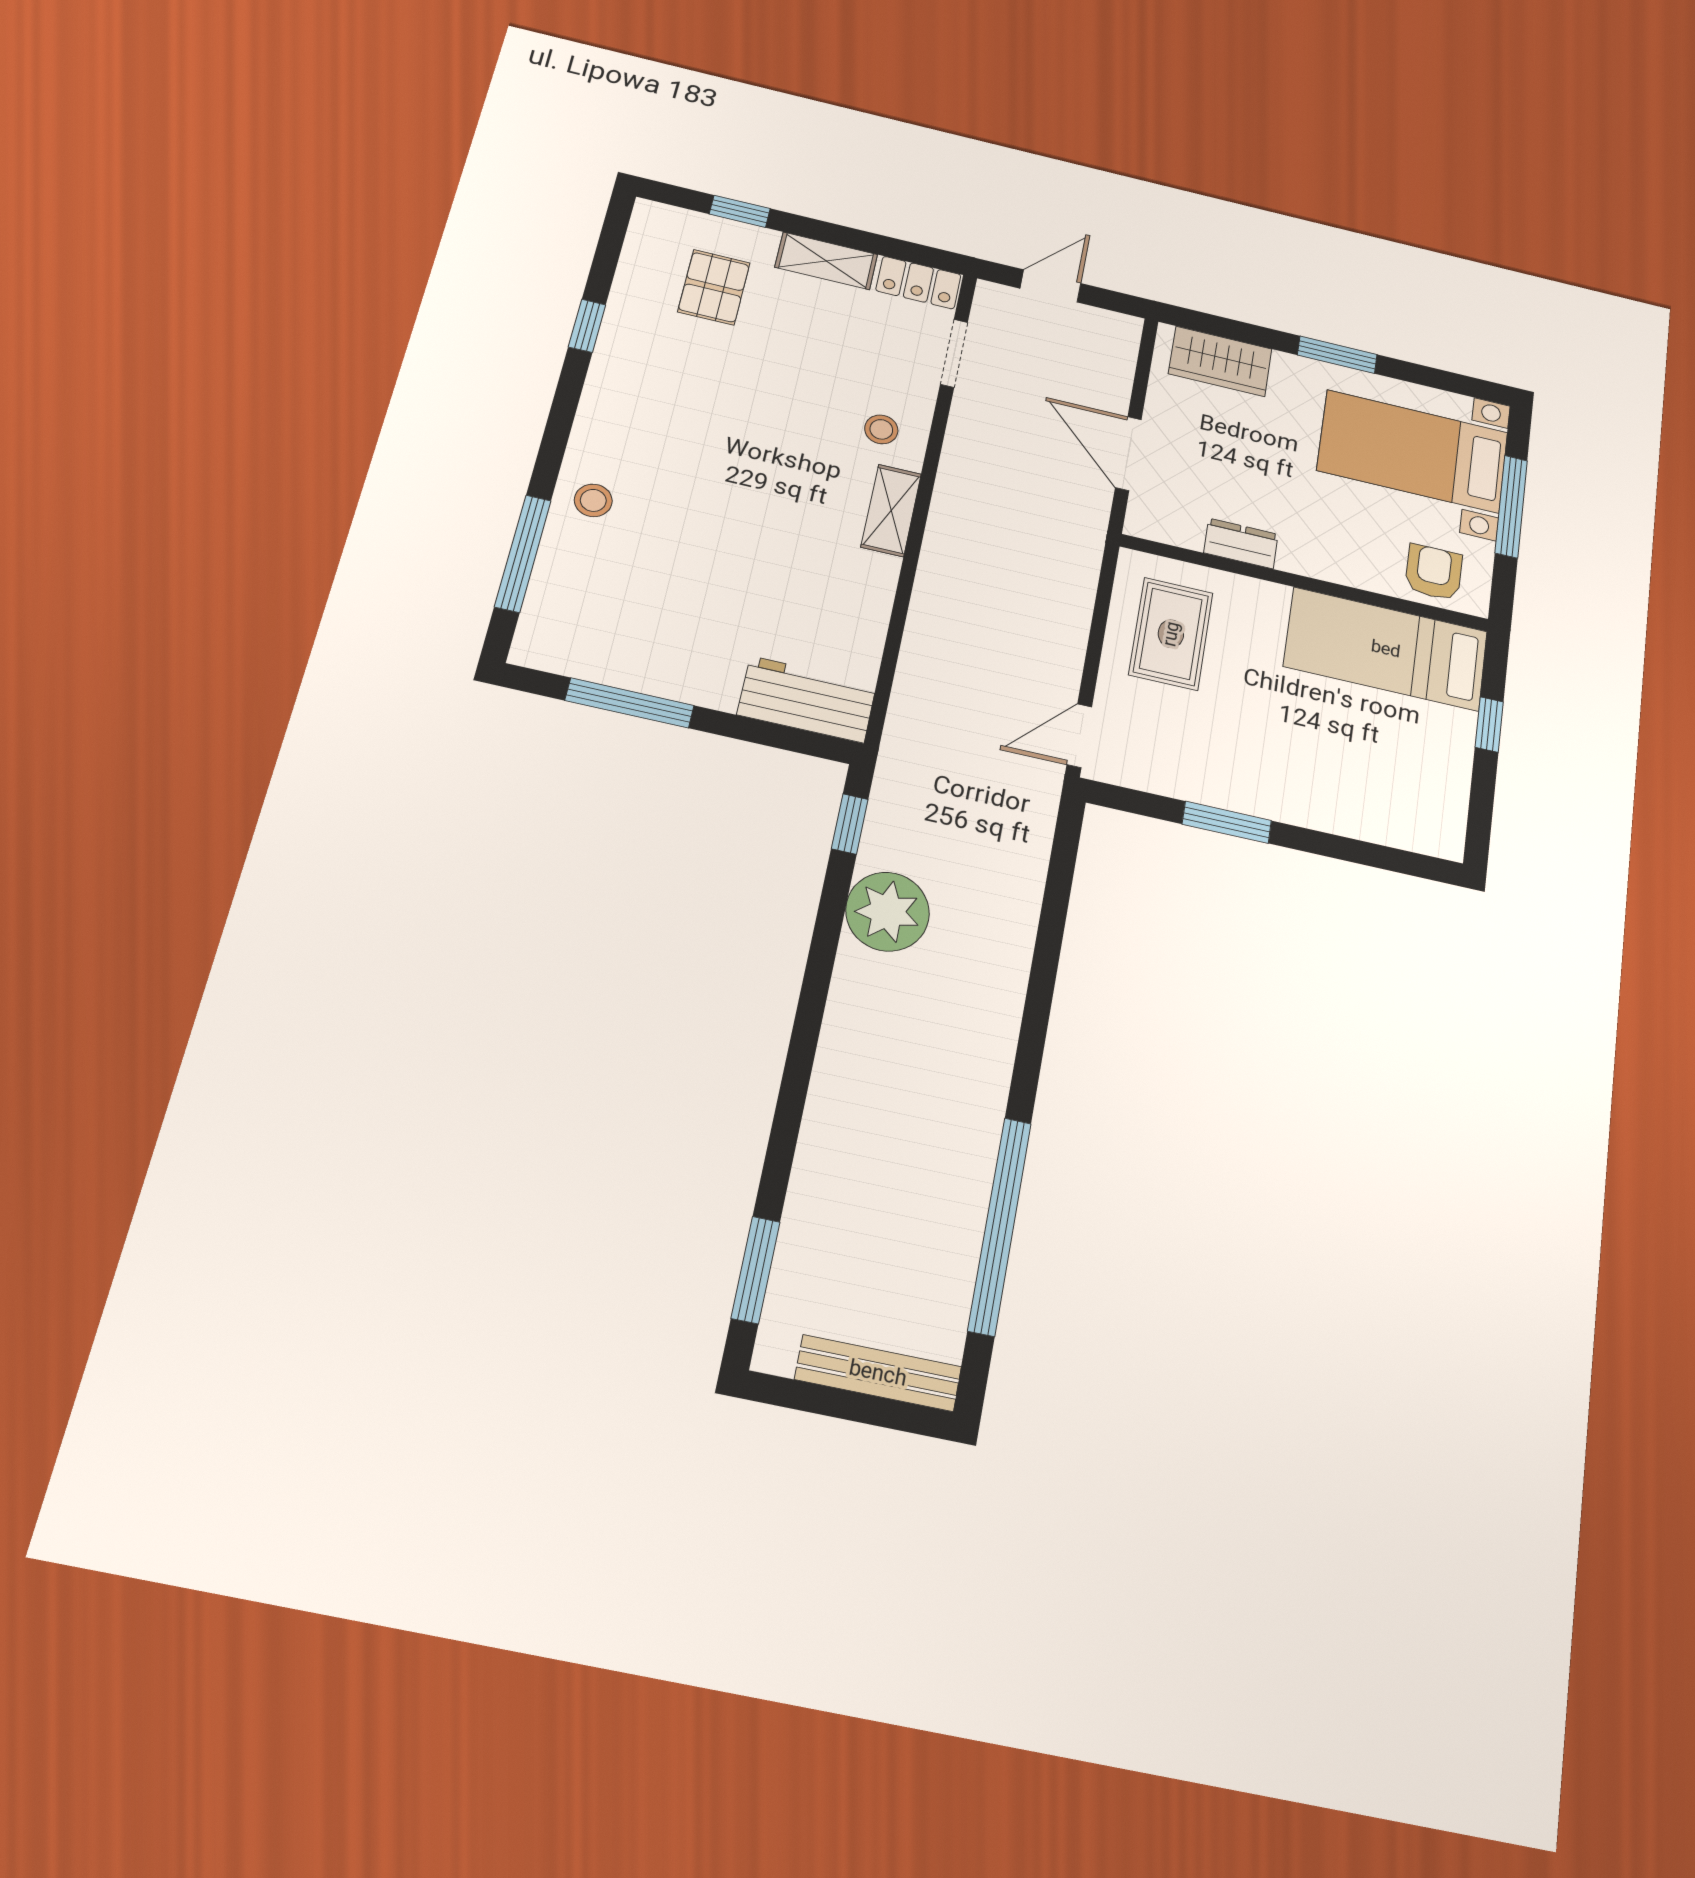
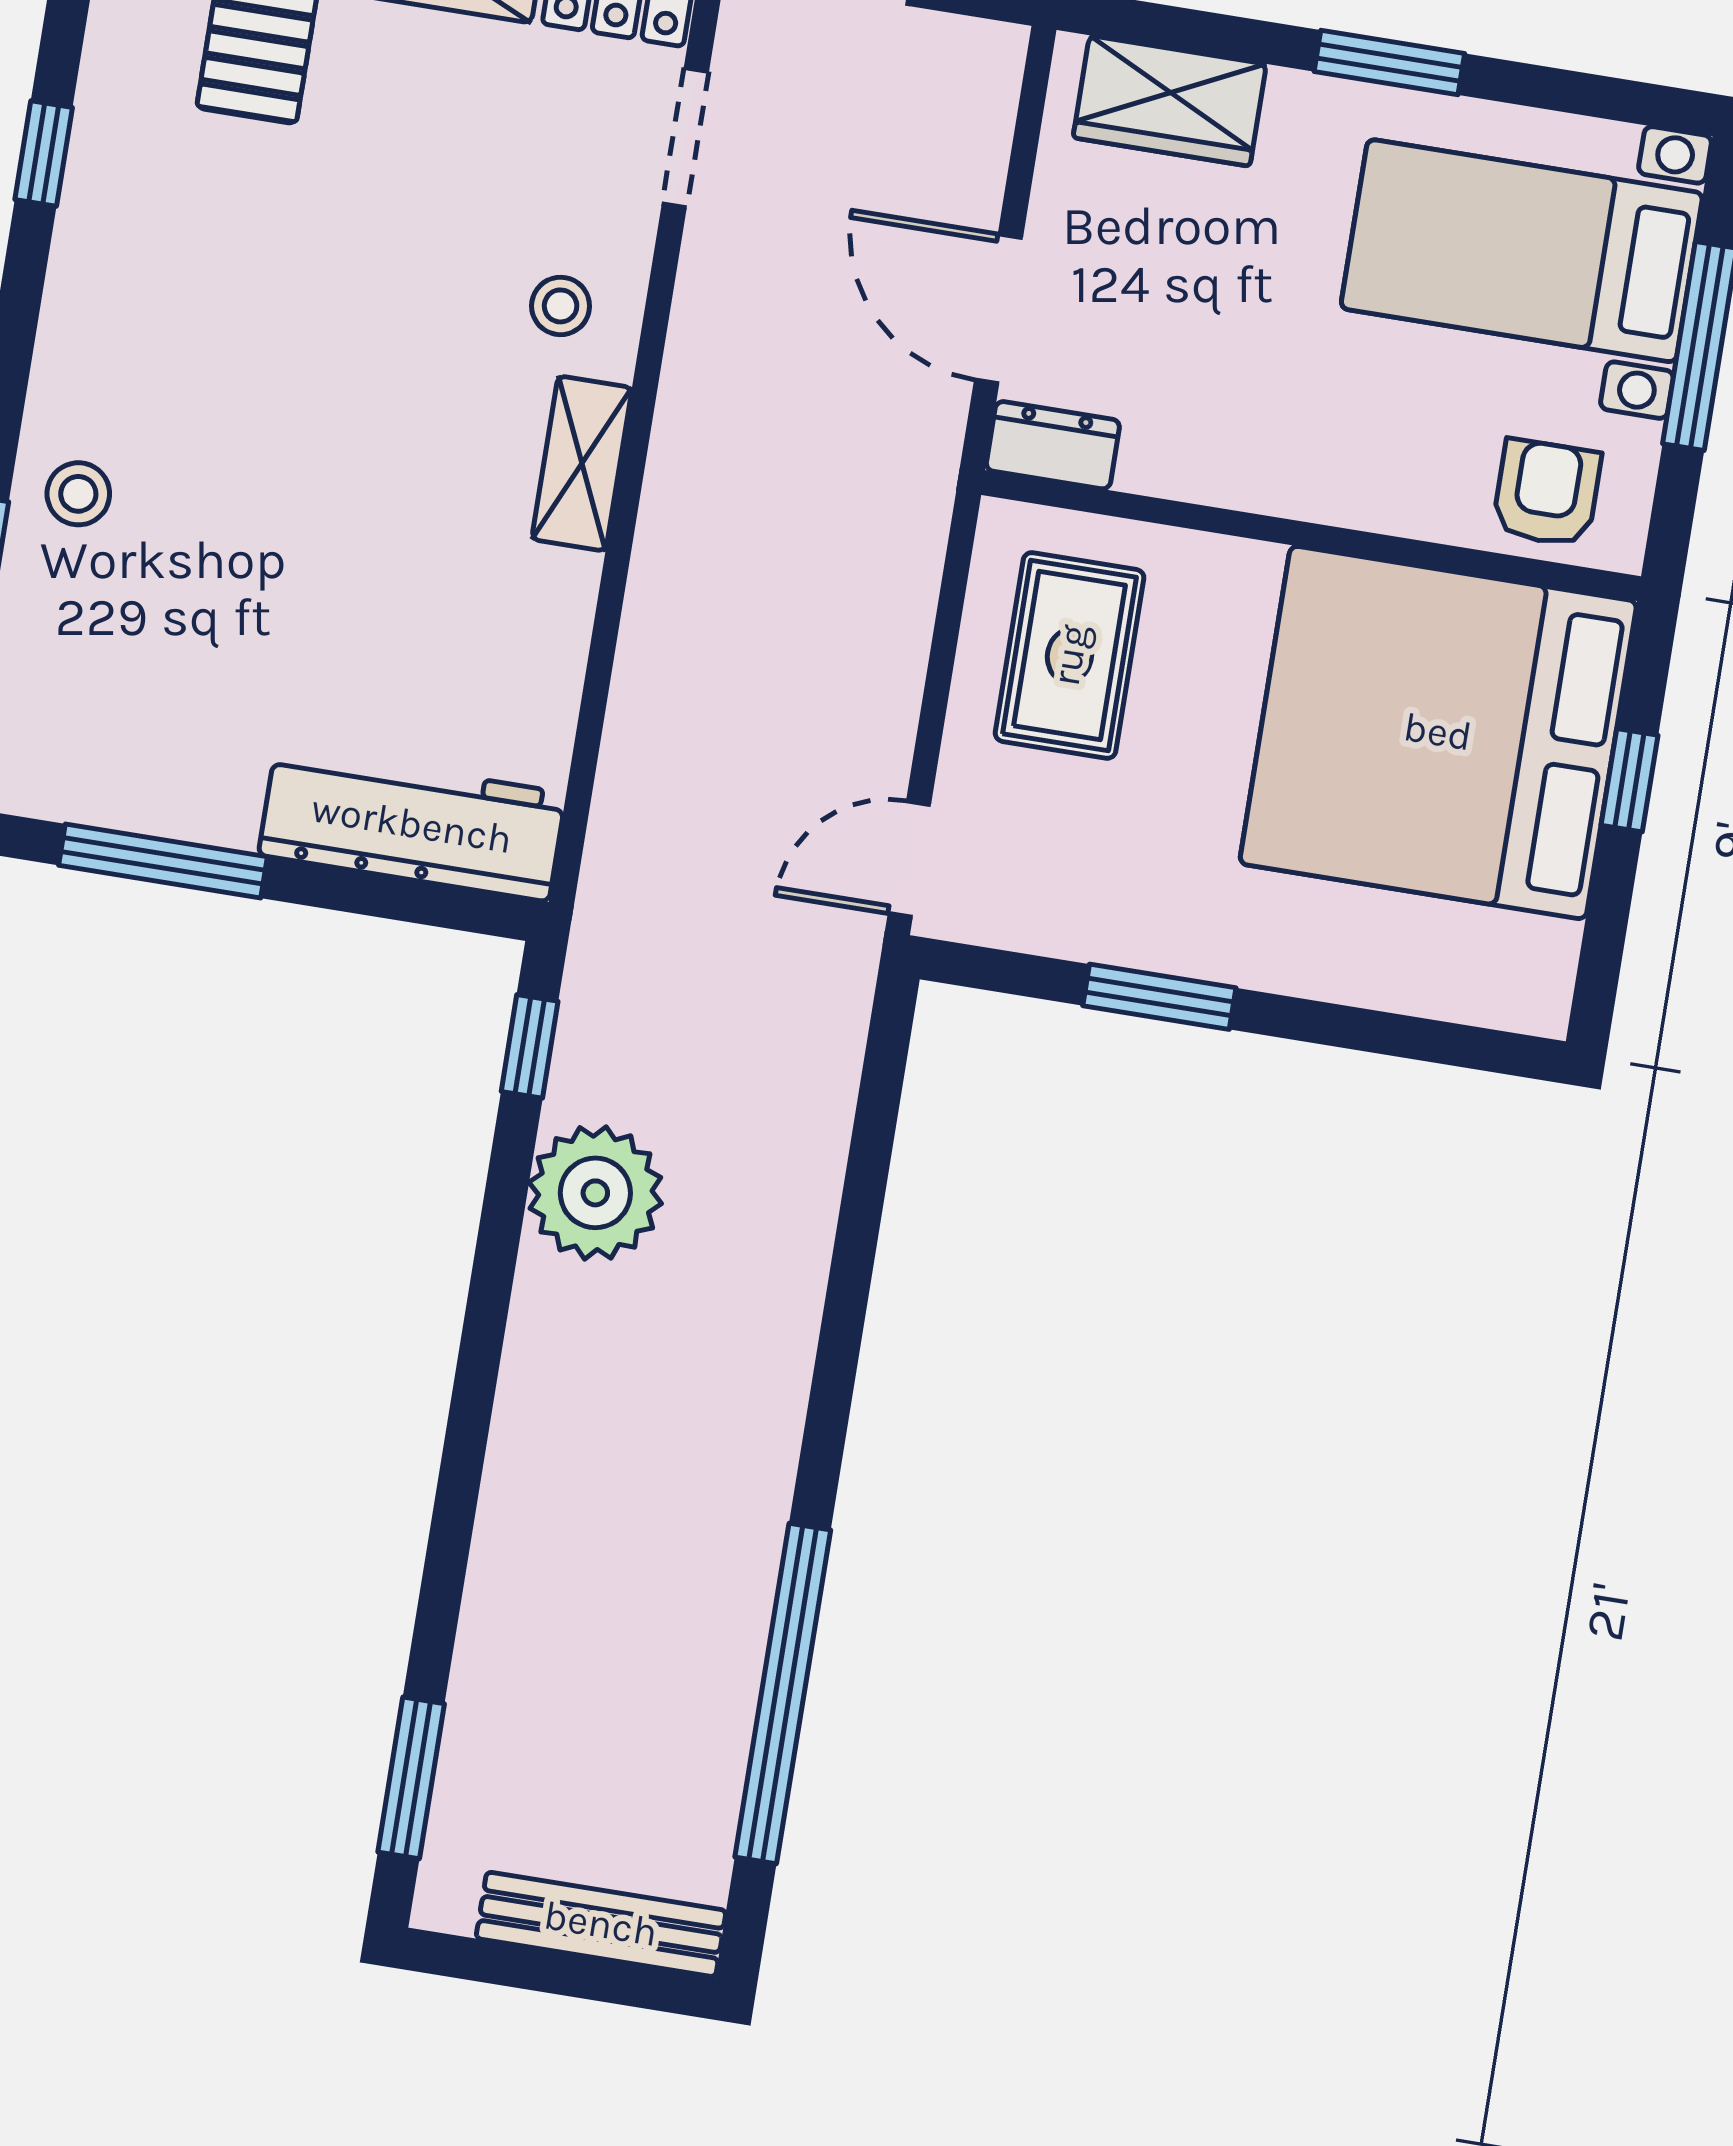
dresser: (1241, 543) -> (1053, 445), moved
bed: (1386, 649) -> (1438, 732), width x2.04
workbench: (807, 699) -> (412, 824), width x1.38

